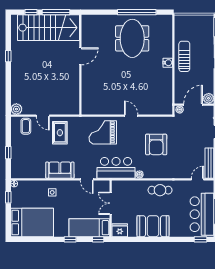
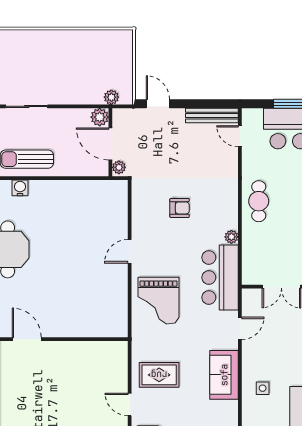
water cooler: (168, 63) -> (20, 188), moved
door: (43, 116) -> (130, 405), swing flipped
armchair: (156, 144) -> (180, 208), width x0.53, depth x0.53

